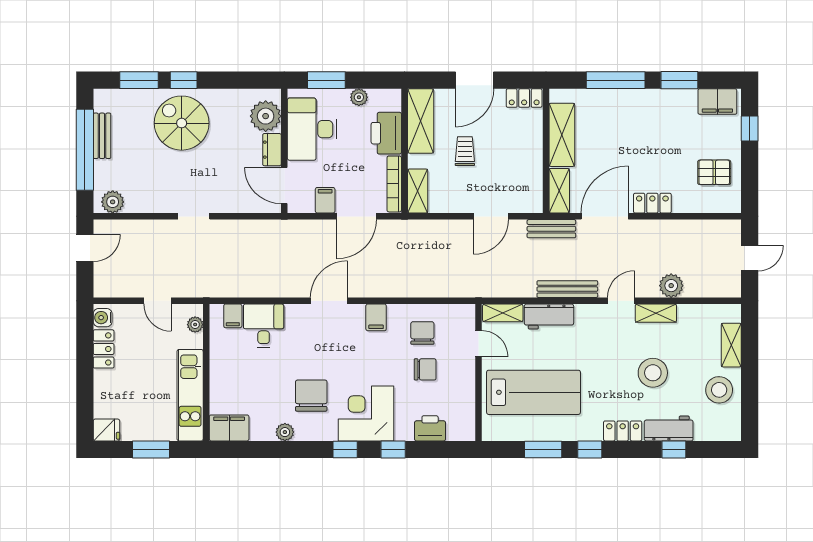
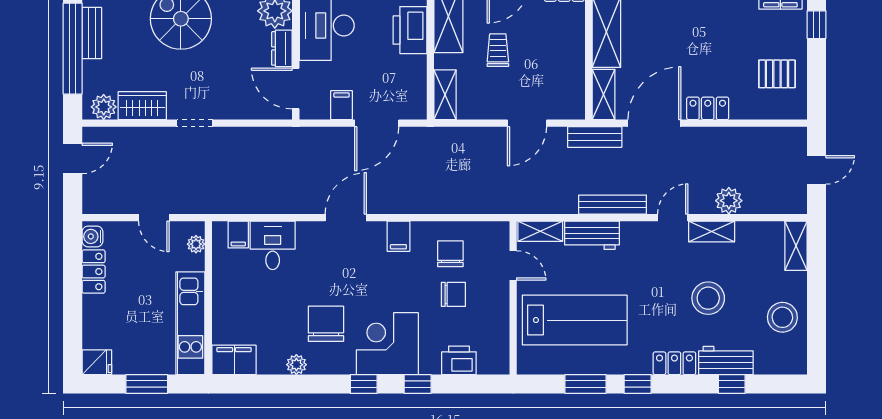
bookcase: (394, 184) -> (419, 87), removed
wardrobe: (147, 201) -> (142, 106), added
shelving: (731, 345) -> (796, 246), moved

